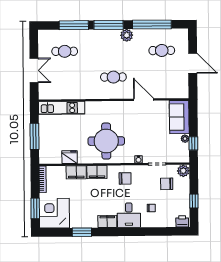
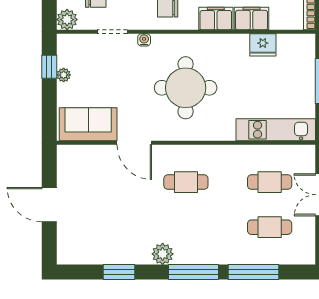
window: (152, 24) -> (119, 272), width x0.47
cafe table: (162, 50) -> (270, 182), moved
sofa: (179, 117) -> (88, 124), moved, turned -90
round table: (106, 141) -> (186, 88), moved

